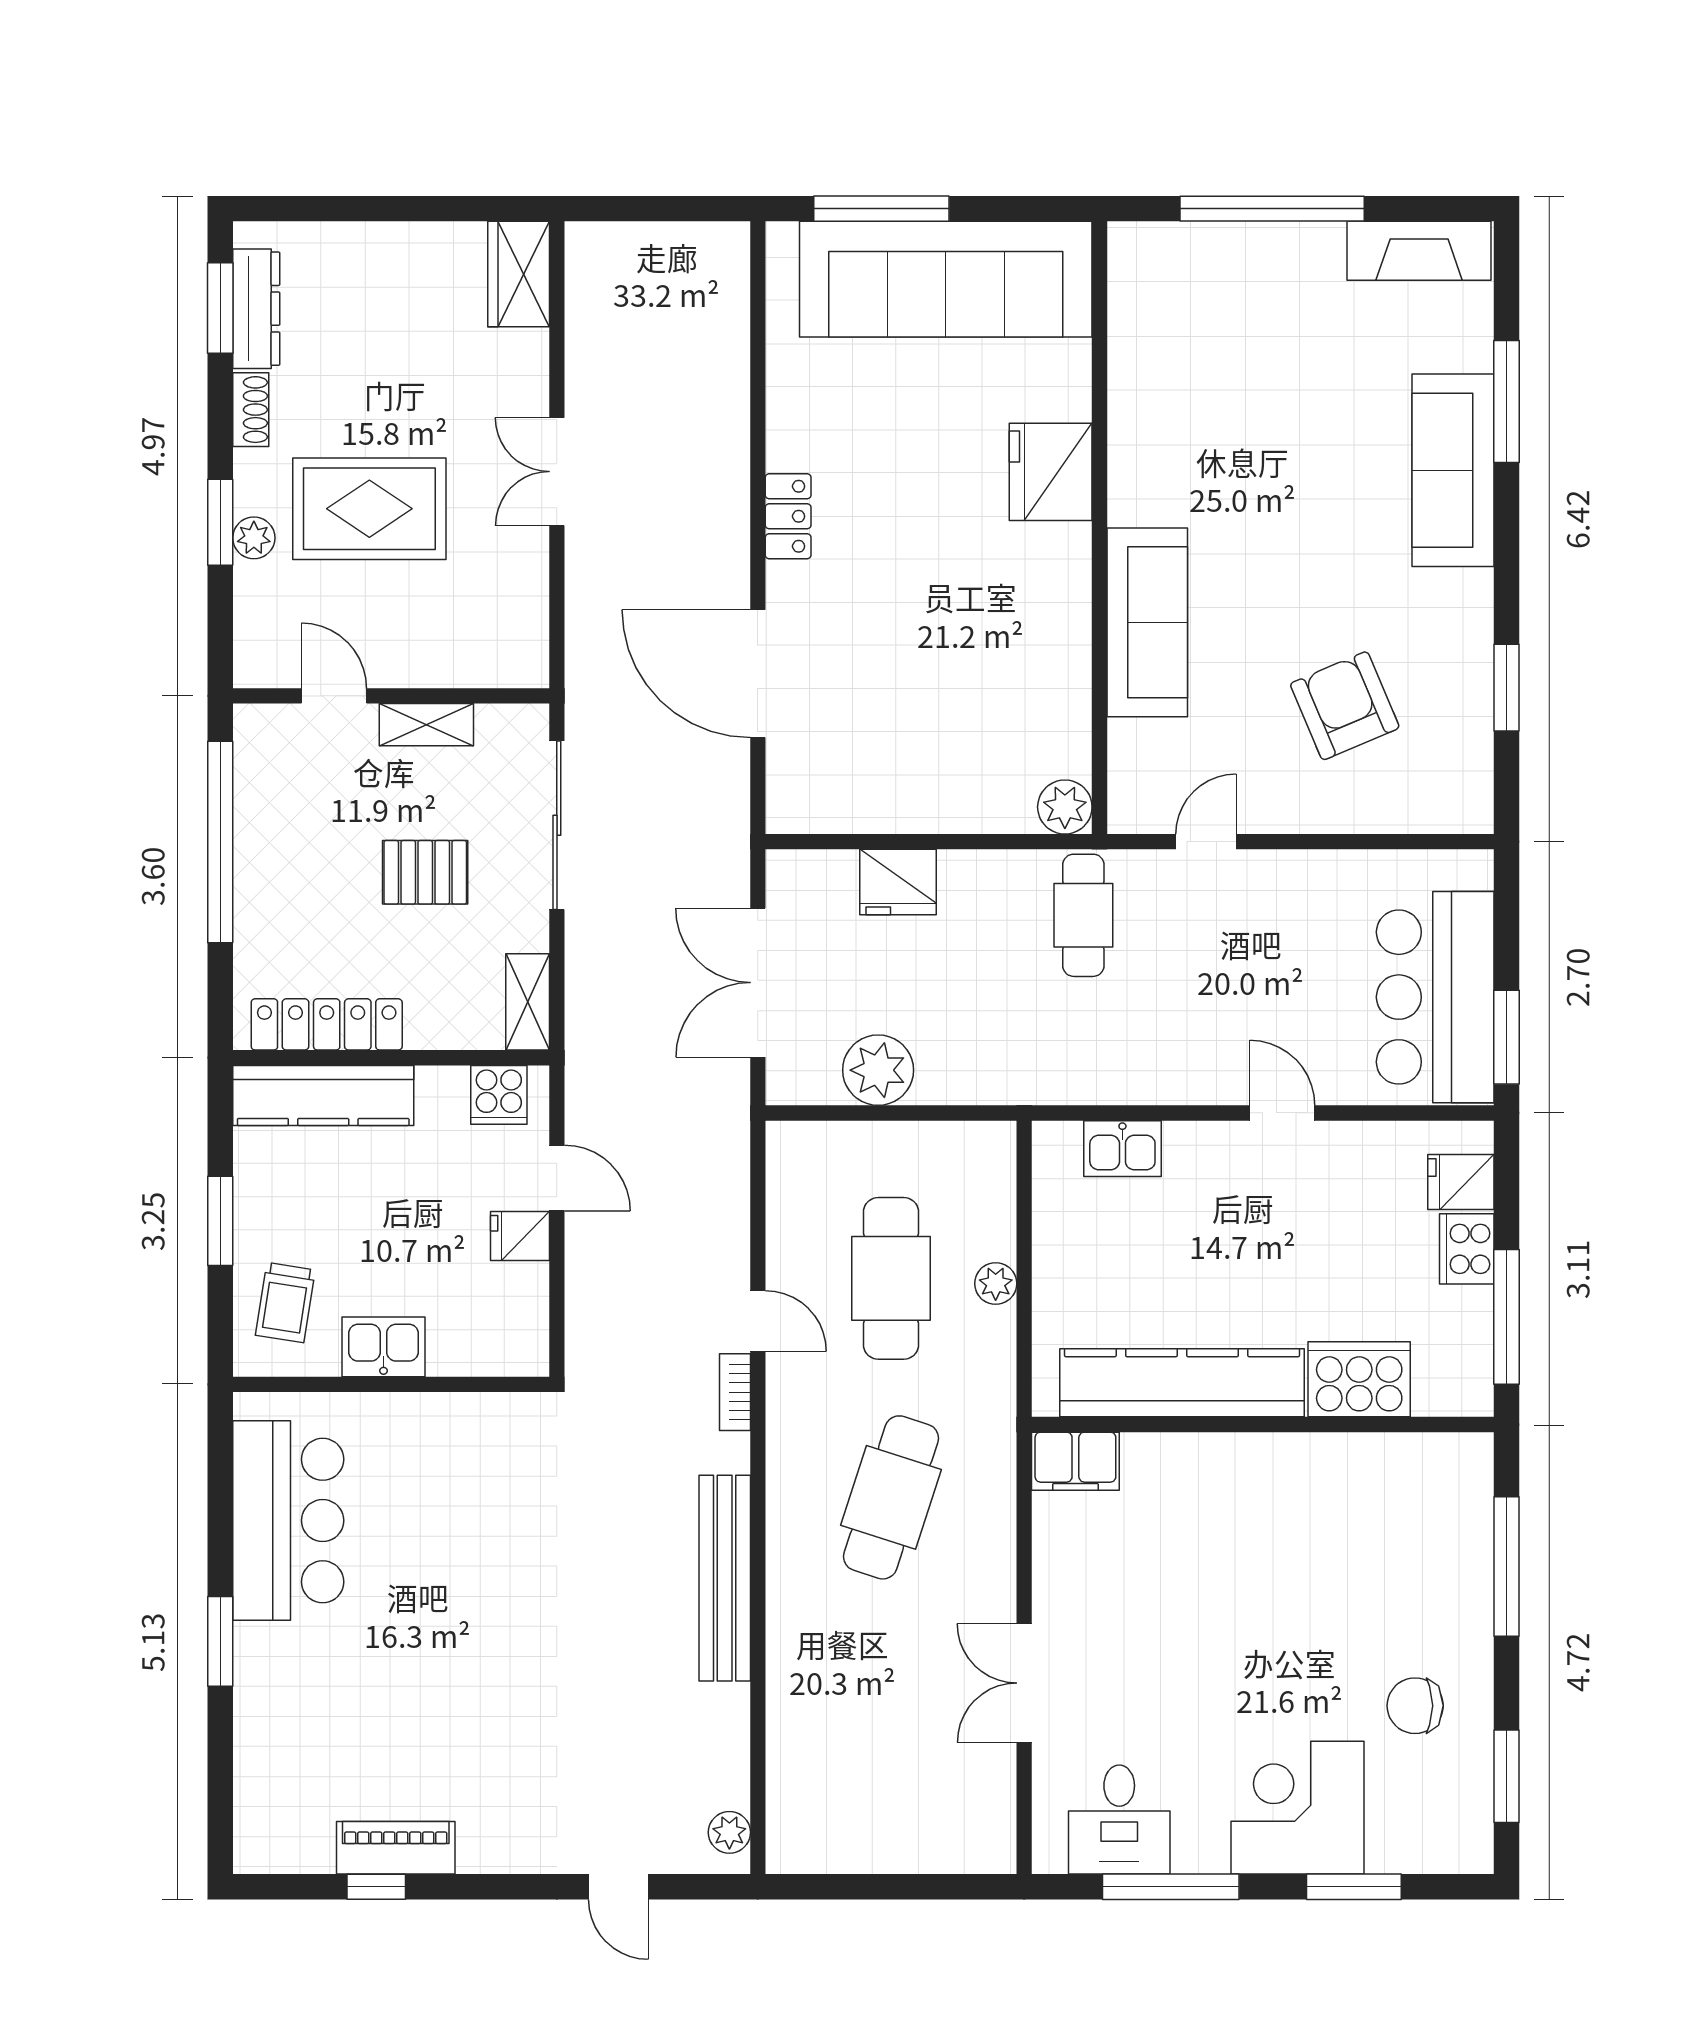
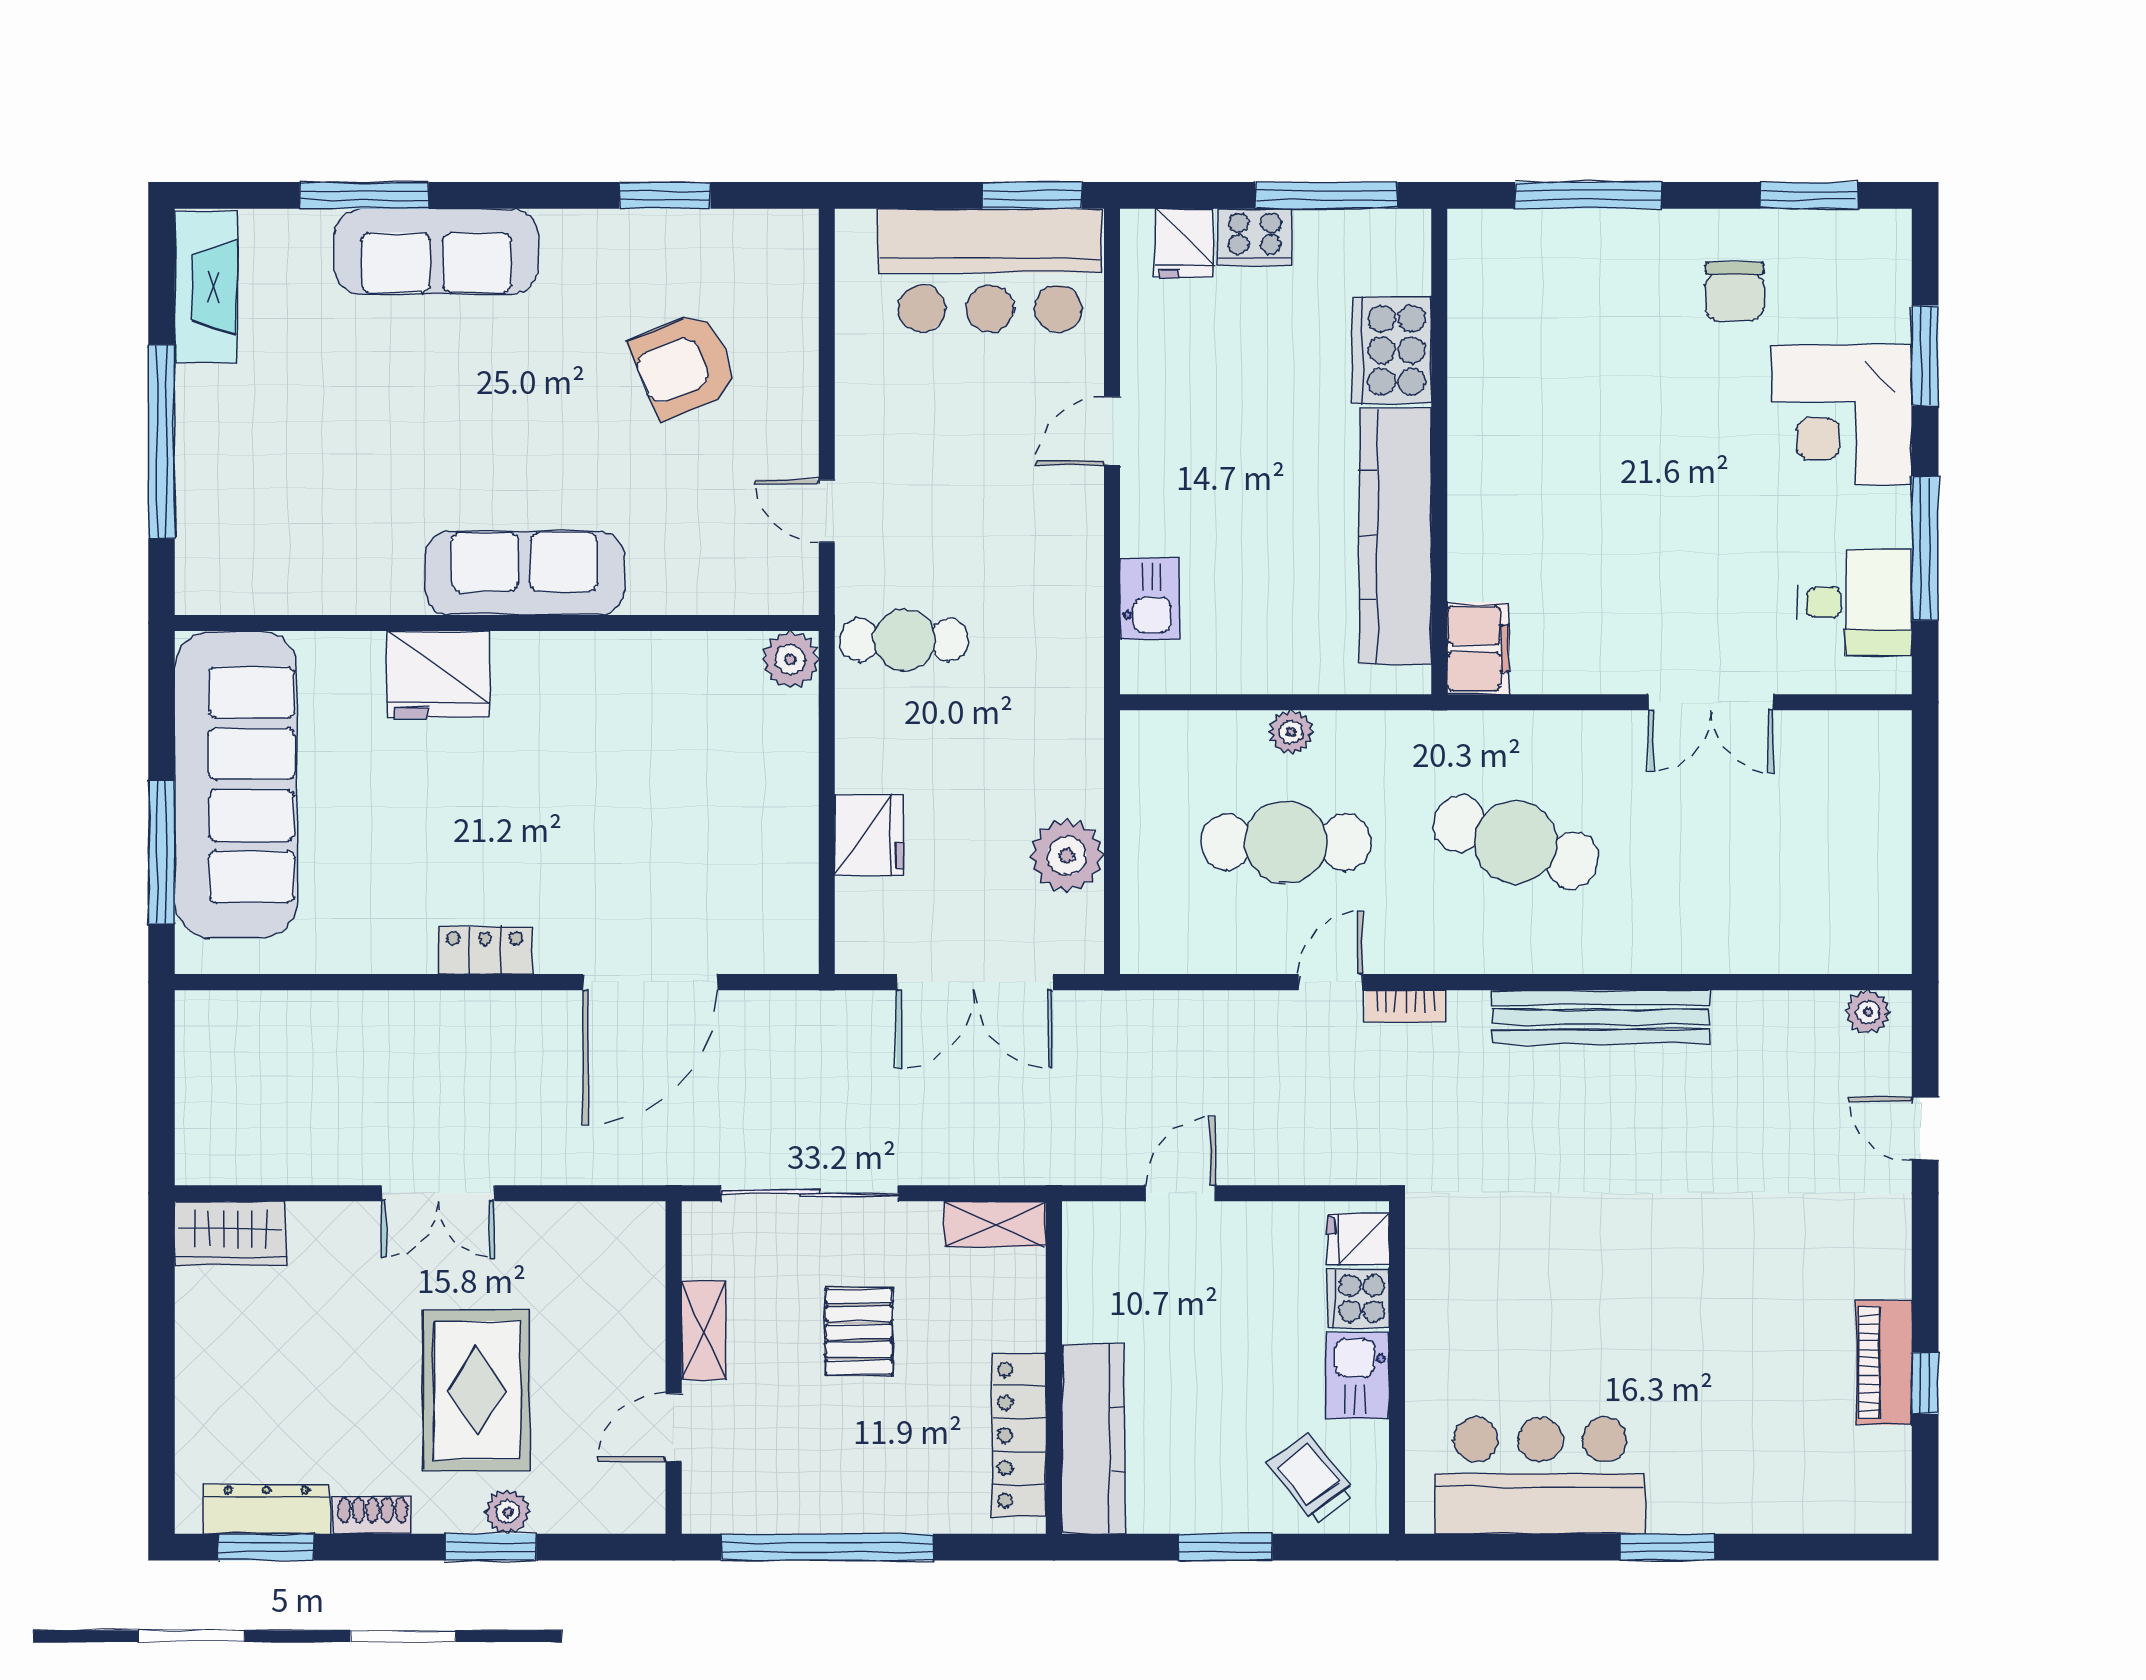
sofa: (1147, 622) -> (524, 573), moved
cooker: (499, 1095) -> (1358, 1298), moved, turned 180
fridge: (520, 1236) -> (1358, 1239), moved, turned 90
trolley: (285, 1303) -> (1311, 1479), turned -137
door: (618, 1887) -> (1925, 1129), swing flipped

